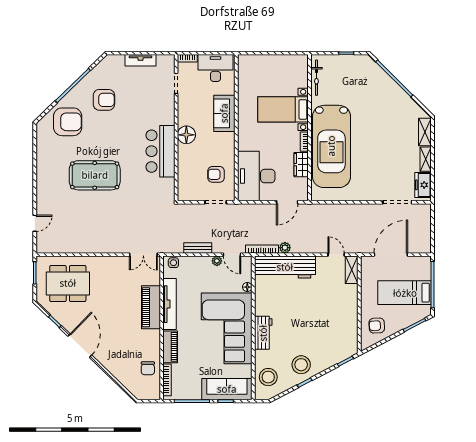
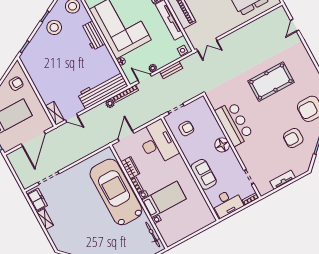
shelving: (425, 132) -> (56, 238), removed
double door: (143, 255) -> (207, 45), swing flipped

